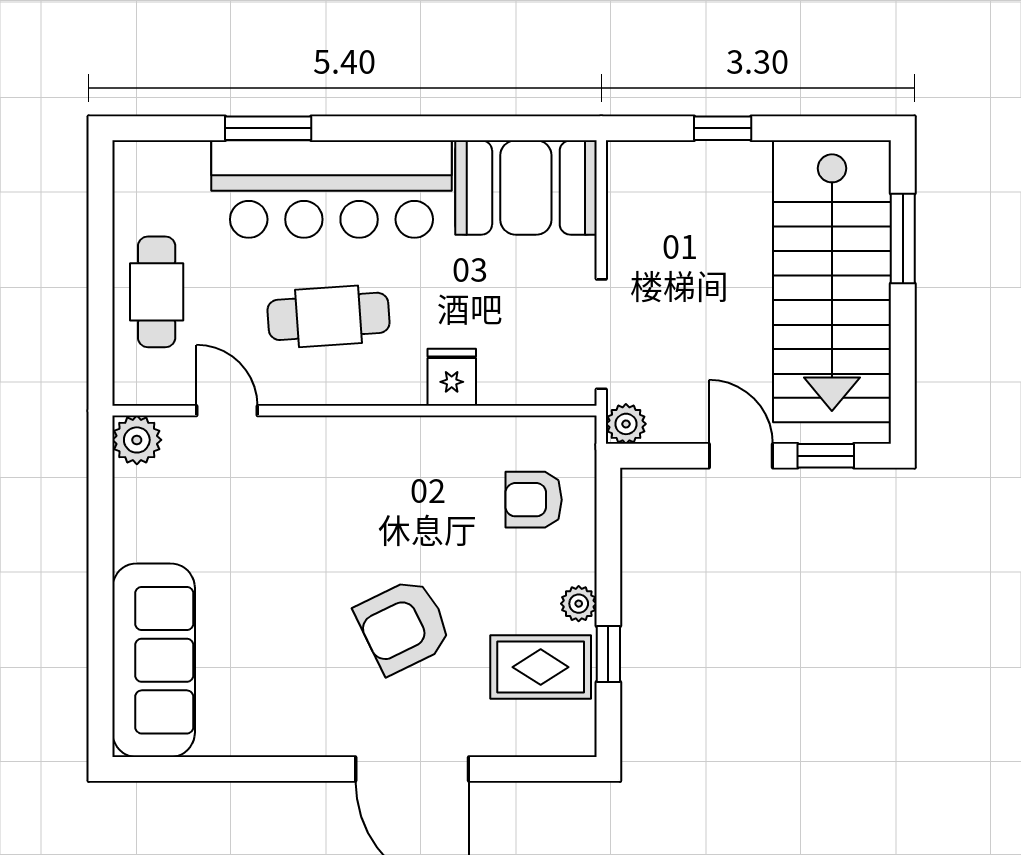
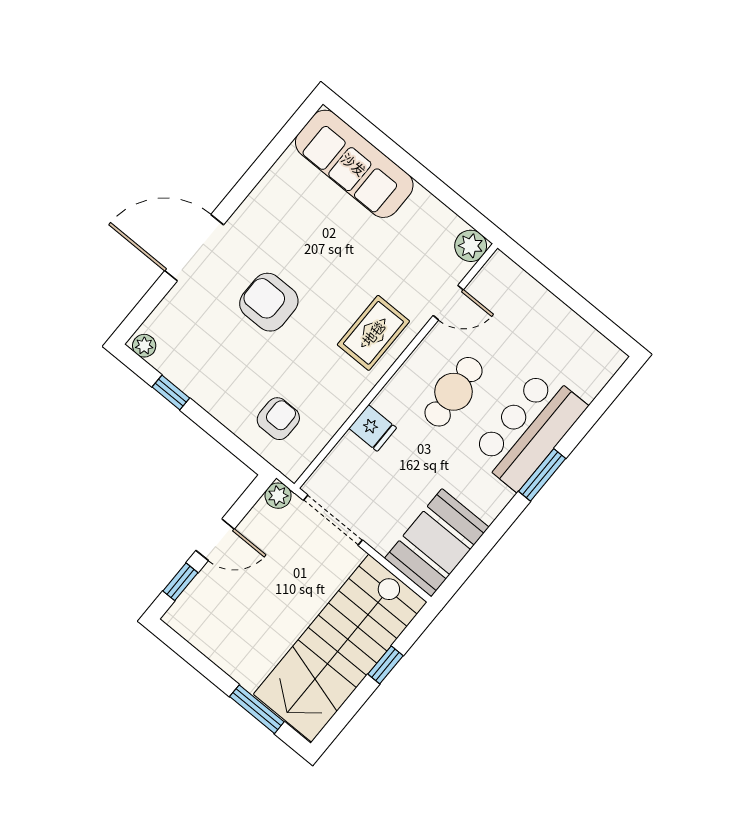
window: (268, 128) -> (542, 475), moved
bar counter: (331, 189) -> (529, 430), width x0.73
stairs: (832, 281) -> (340, 648), moved, turned -90
cafe table: (157, 292) -> (536, 316), removed
plant: (579, 604) -> (144, 346), moved
armchair: (403, 626) -> (269, 302), turned -64
rug: (541, 667) -> (373, 333), moved

